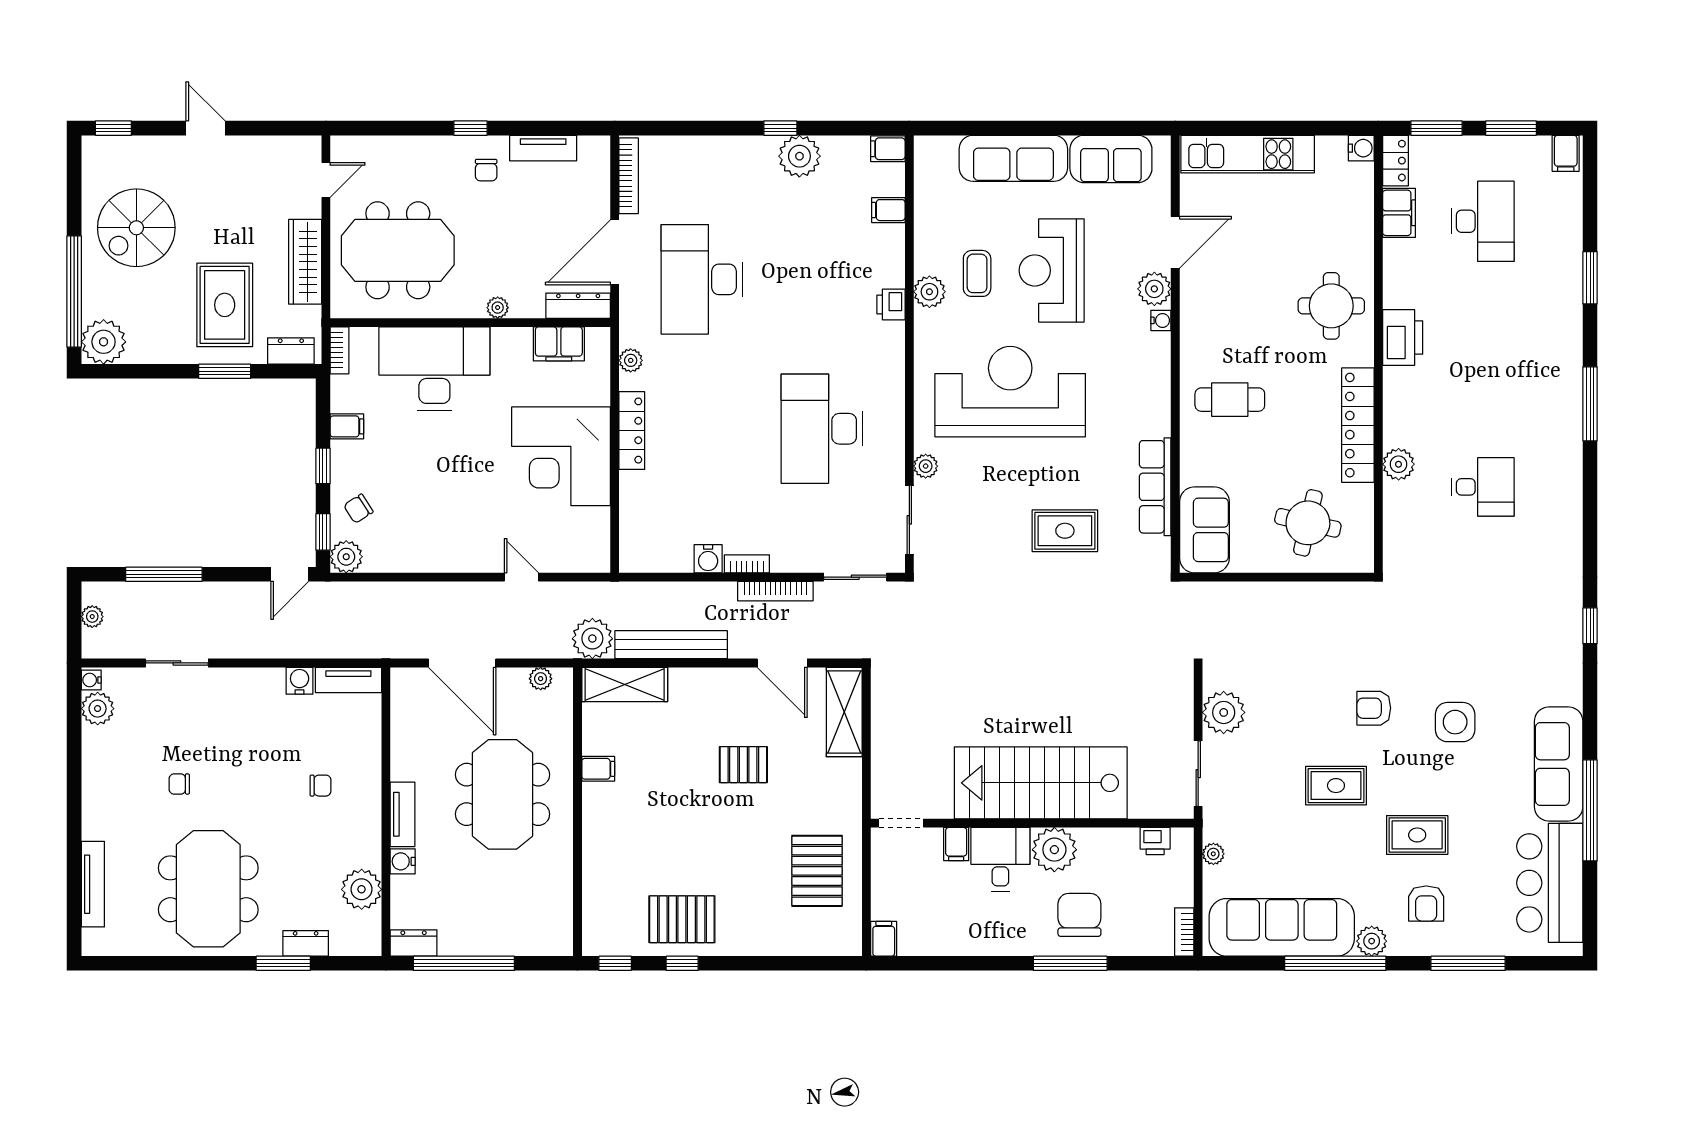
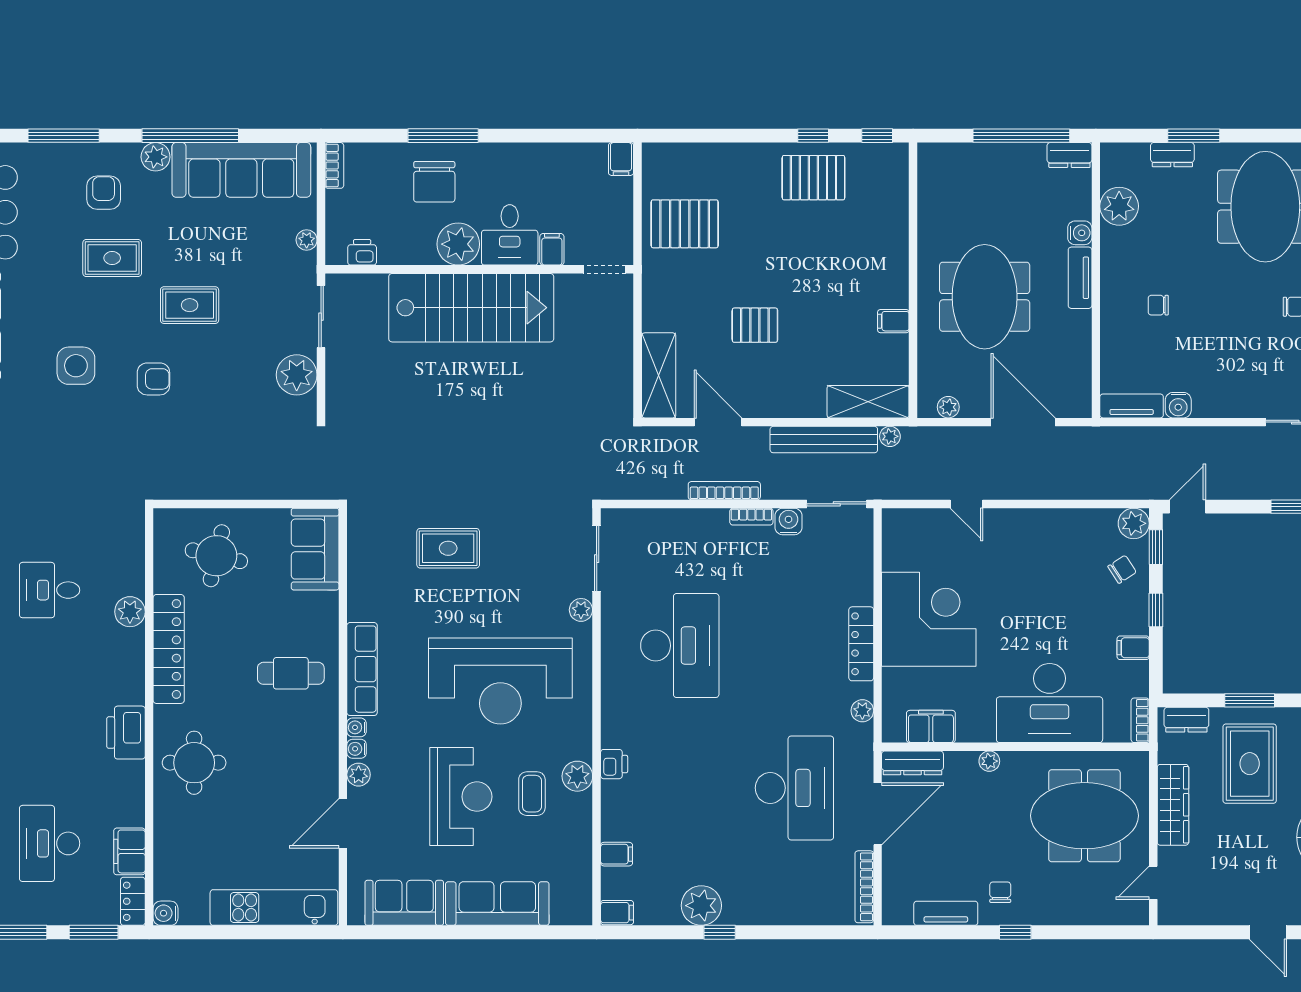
plant: (1154, 289) -> (359, 775), width x0.73, depth x0.73
water cooler: (1161, 343) -> (357, 727), added
row of seats: (1155, 487) -> (362, 669), moved
sliding door: (855, 577) -> (837, 504), moved
plant: (592, 639) -> (890, 436), width x0.53, depth x0.53
pallet: (817, 871) -> (685, 224), turned 90

